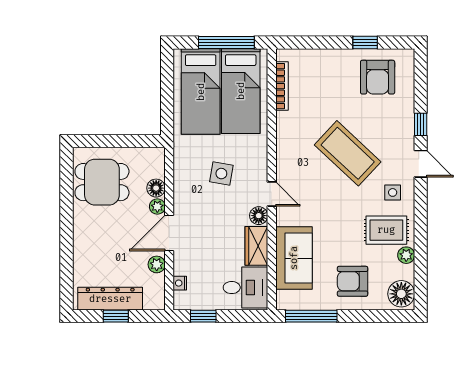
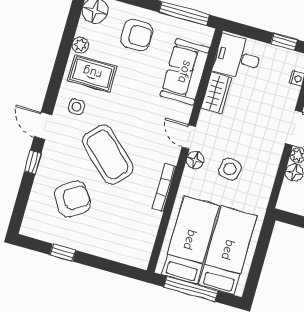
armchair: (378, 77) -> (72, 199), moved, turned 57
bookcase: (282, 86) -> (164, 188), moved
floor lamp: (259, 216) -> (195, 160), moved

